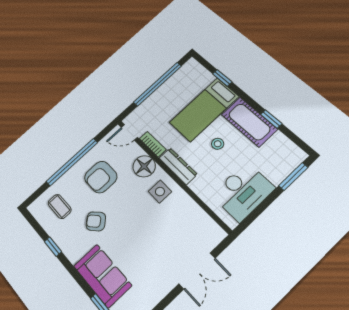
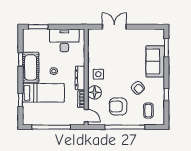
armchair: (101, 177) -> (118, 106), turned 180

